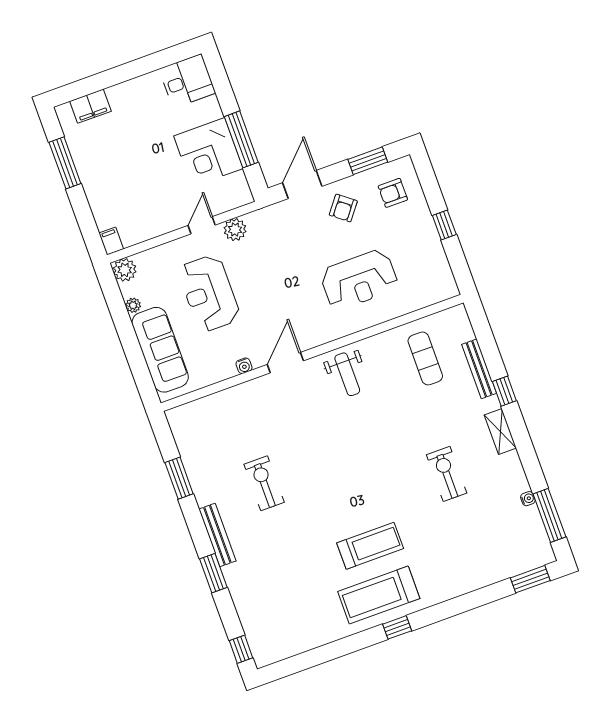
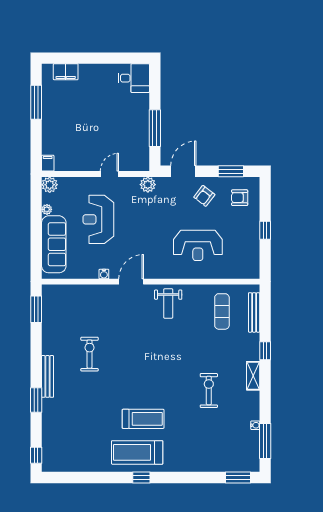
corner desk: (208, 152) -> (131, 129), removed
plant: (235, 230) -> (148, 185), moved
bench: (479, 369) -> (254, 312), moved
window: (179, 478) -> (36, 309), moved

